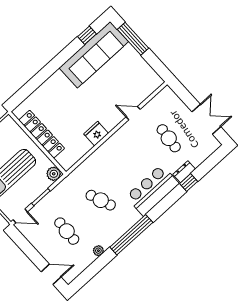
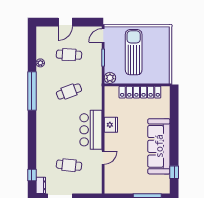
sofa: (94, 55) -> (159, 146), moved
dresser: (184, 172) -> (41, 185), moved
window: (189, 183) -> (32, 175), moved
bar counter: (152, 190) -> (91, 130), moved, turned 180
door: (51, 274) -> (65, 22), moved

